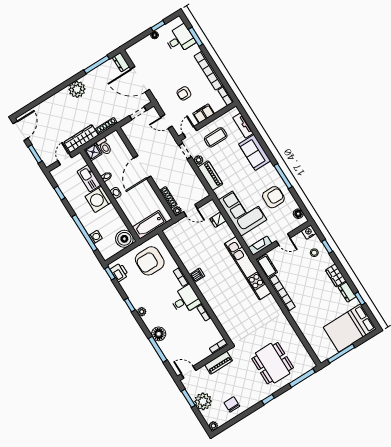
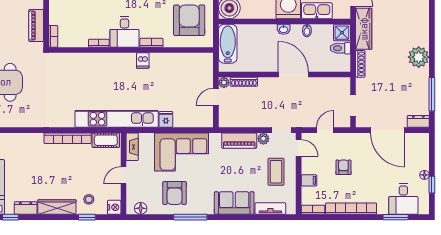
door: (140, 79) -> (387, 130), swing flipped
filing cabinet: (204, 114) -> (309, 180), width x0.50
fridge: (218, 220) -> (166, 119), moved
wardrobe: (336, 275) -> (57, 207), width x1.50

